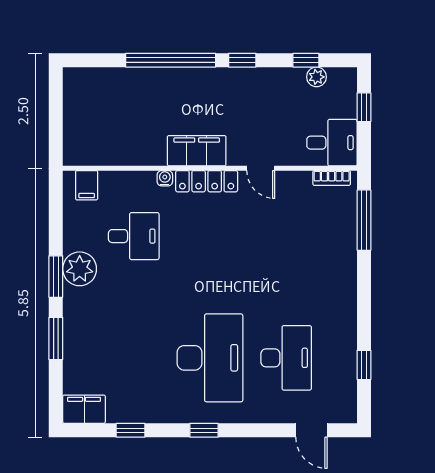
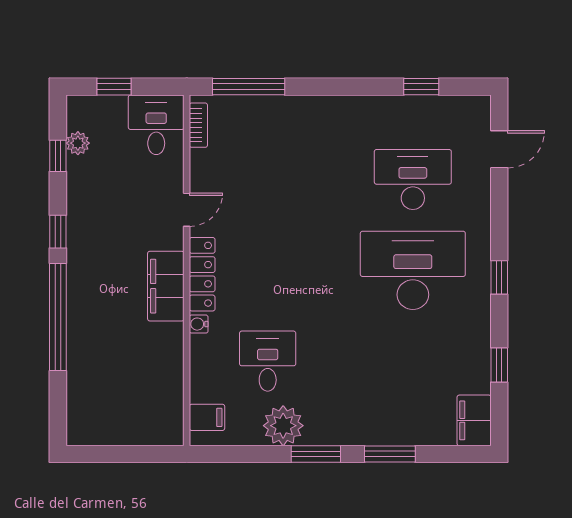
plant: (80, 269) -> (283, 426), moved

